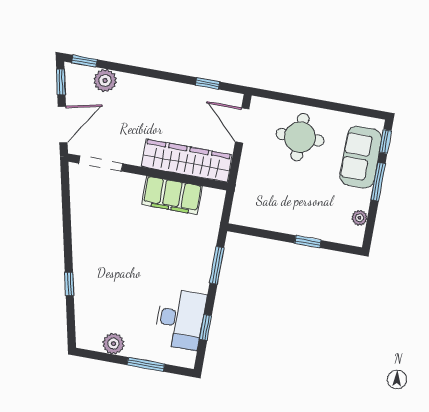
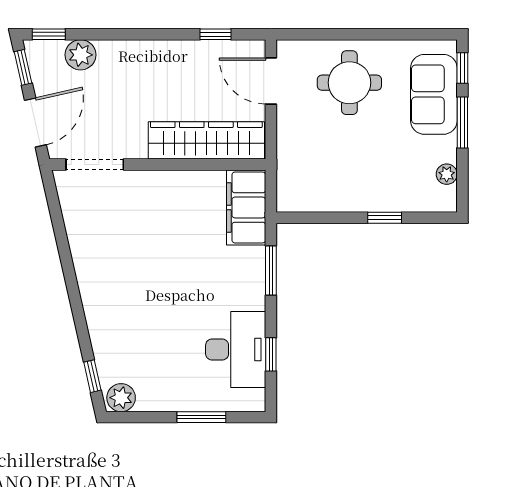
filing cabinet: (172, 195) -> (246, 207), moved, turned 90
window: (69, 284) -> (92, 376), moved
plant: (113, 344) -> (121, 398), moved

